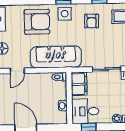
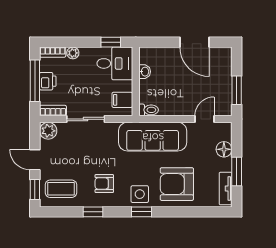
armchair: (91, 21) -> (104, 184), turned -91
filing cabinet: (79, 84) -> (122, 100), width x0.50

